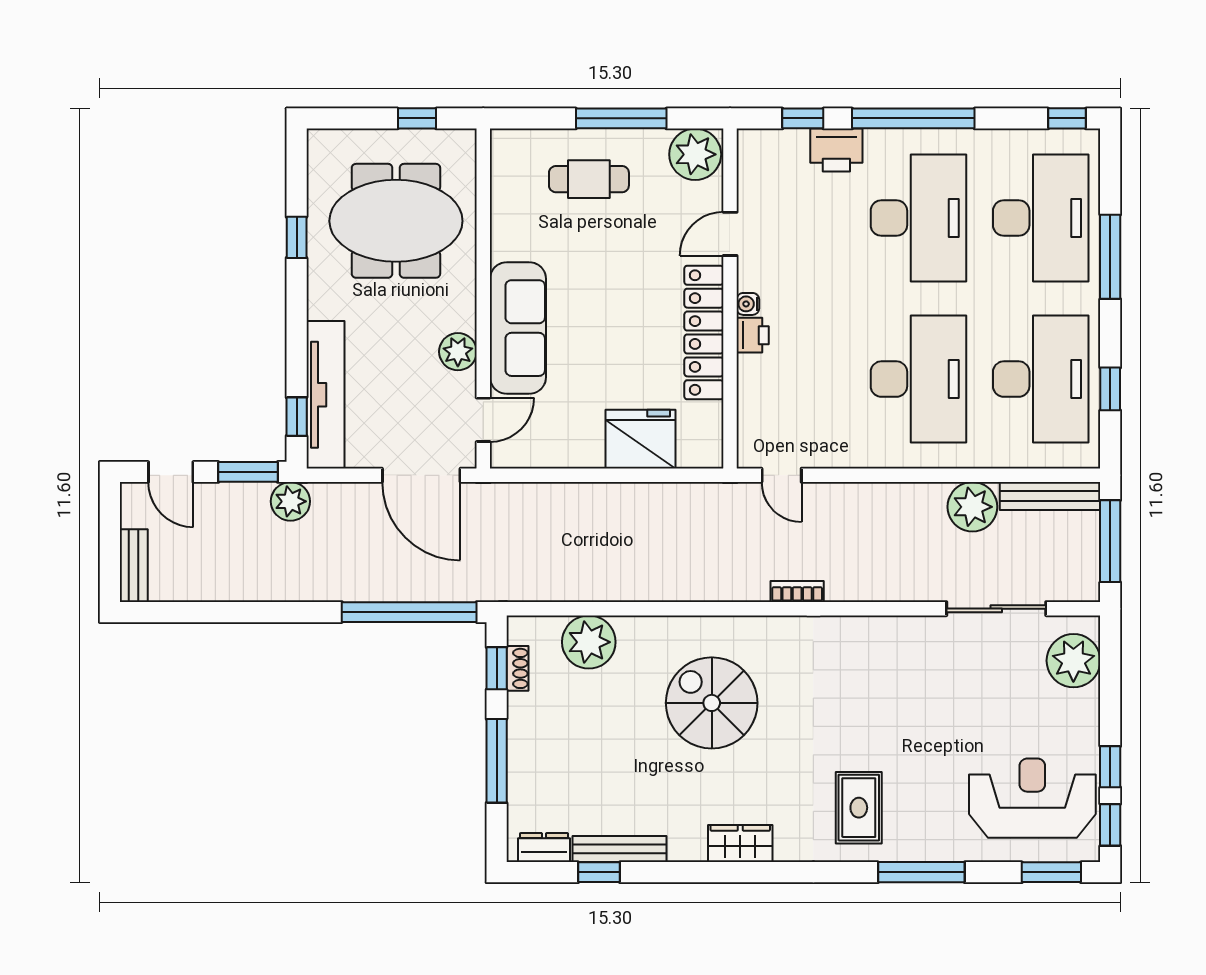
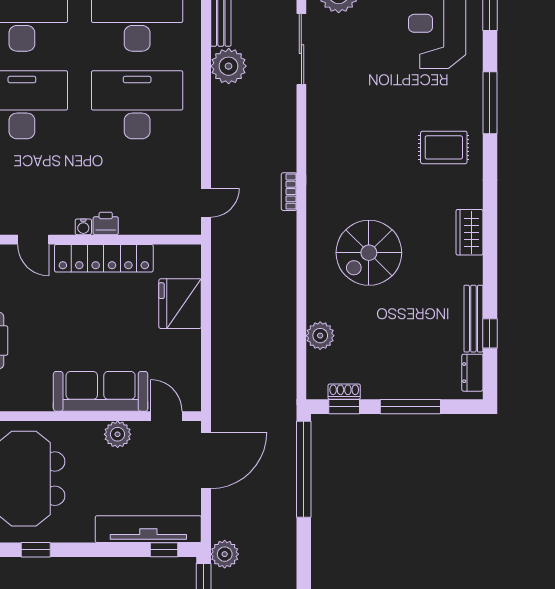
plant: (589, 642) -> (320, 336), width x0.73, depth x0.73

